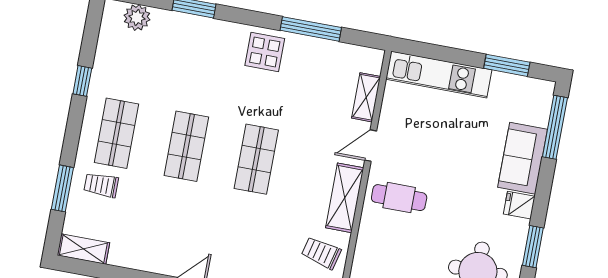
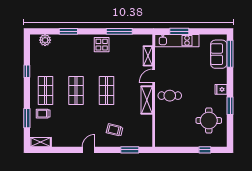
window: (507, 65) -> (179, 31), moved
sofa: (523, 158) -> (219, 54), moved
trolley: (321, 253) -> (115, 130), moved

